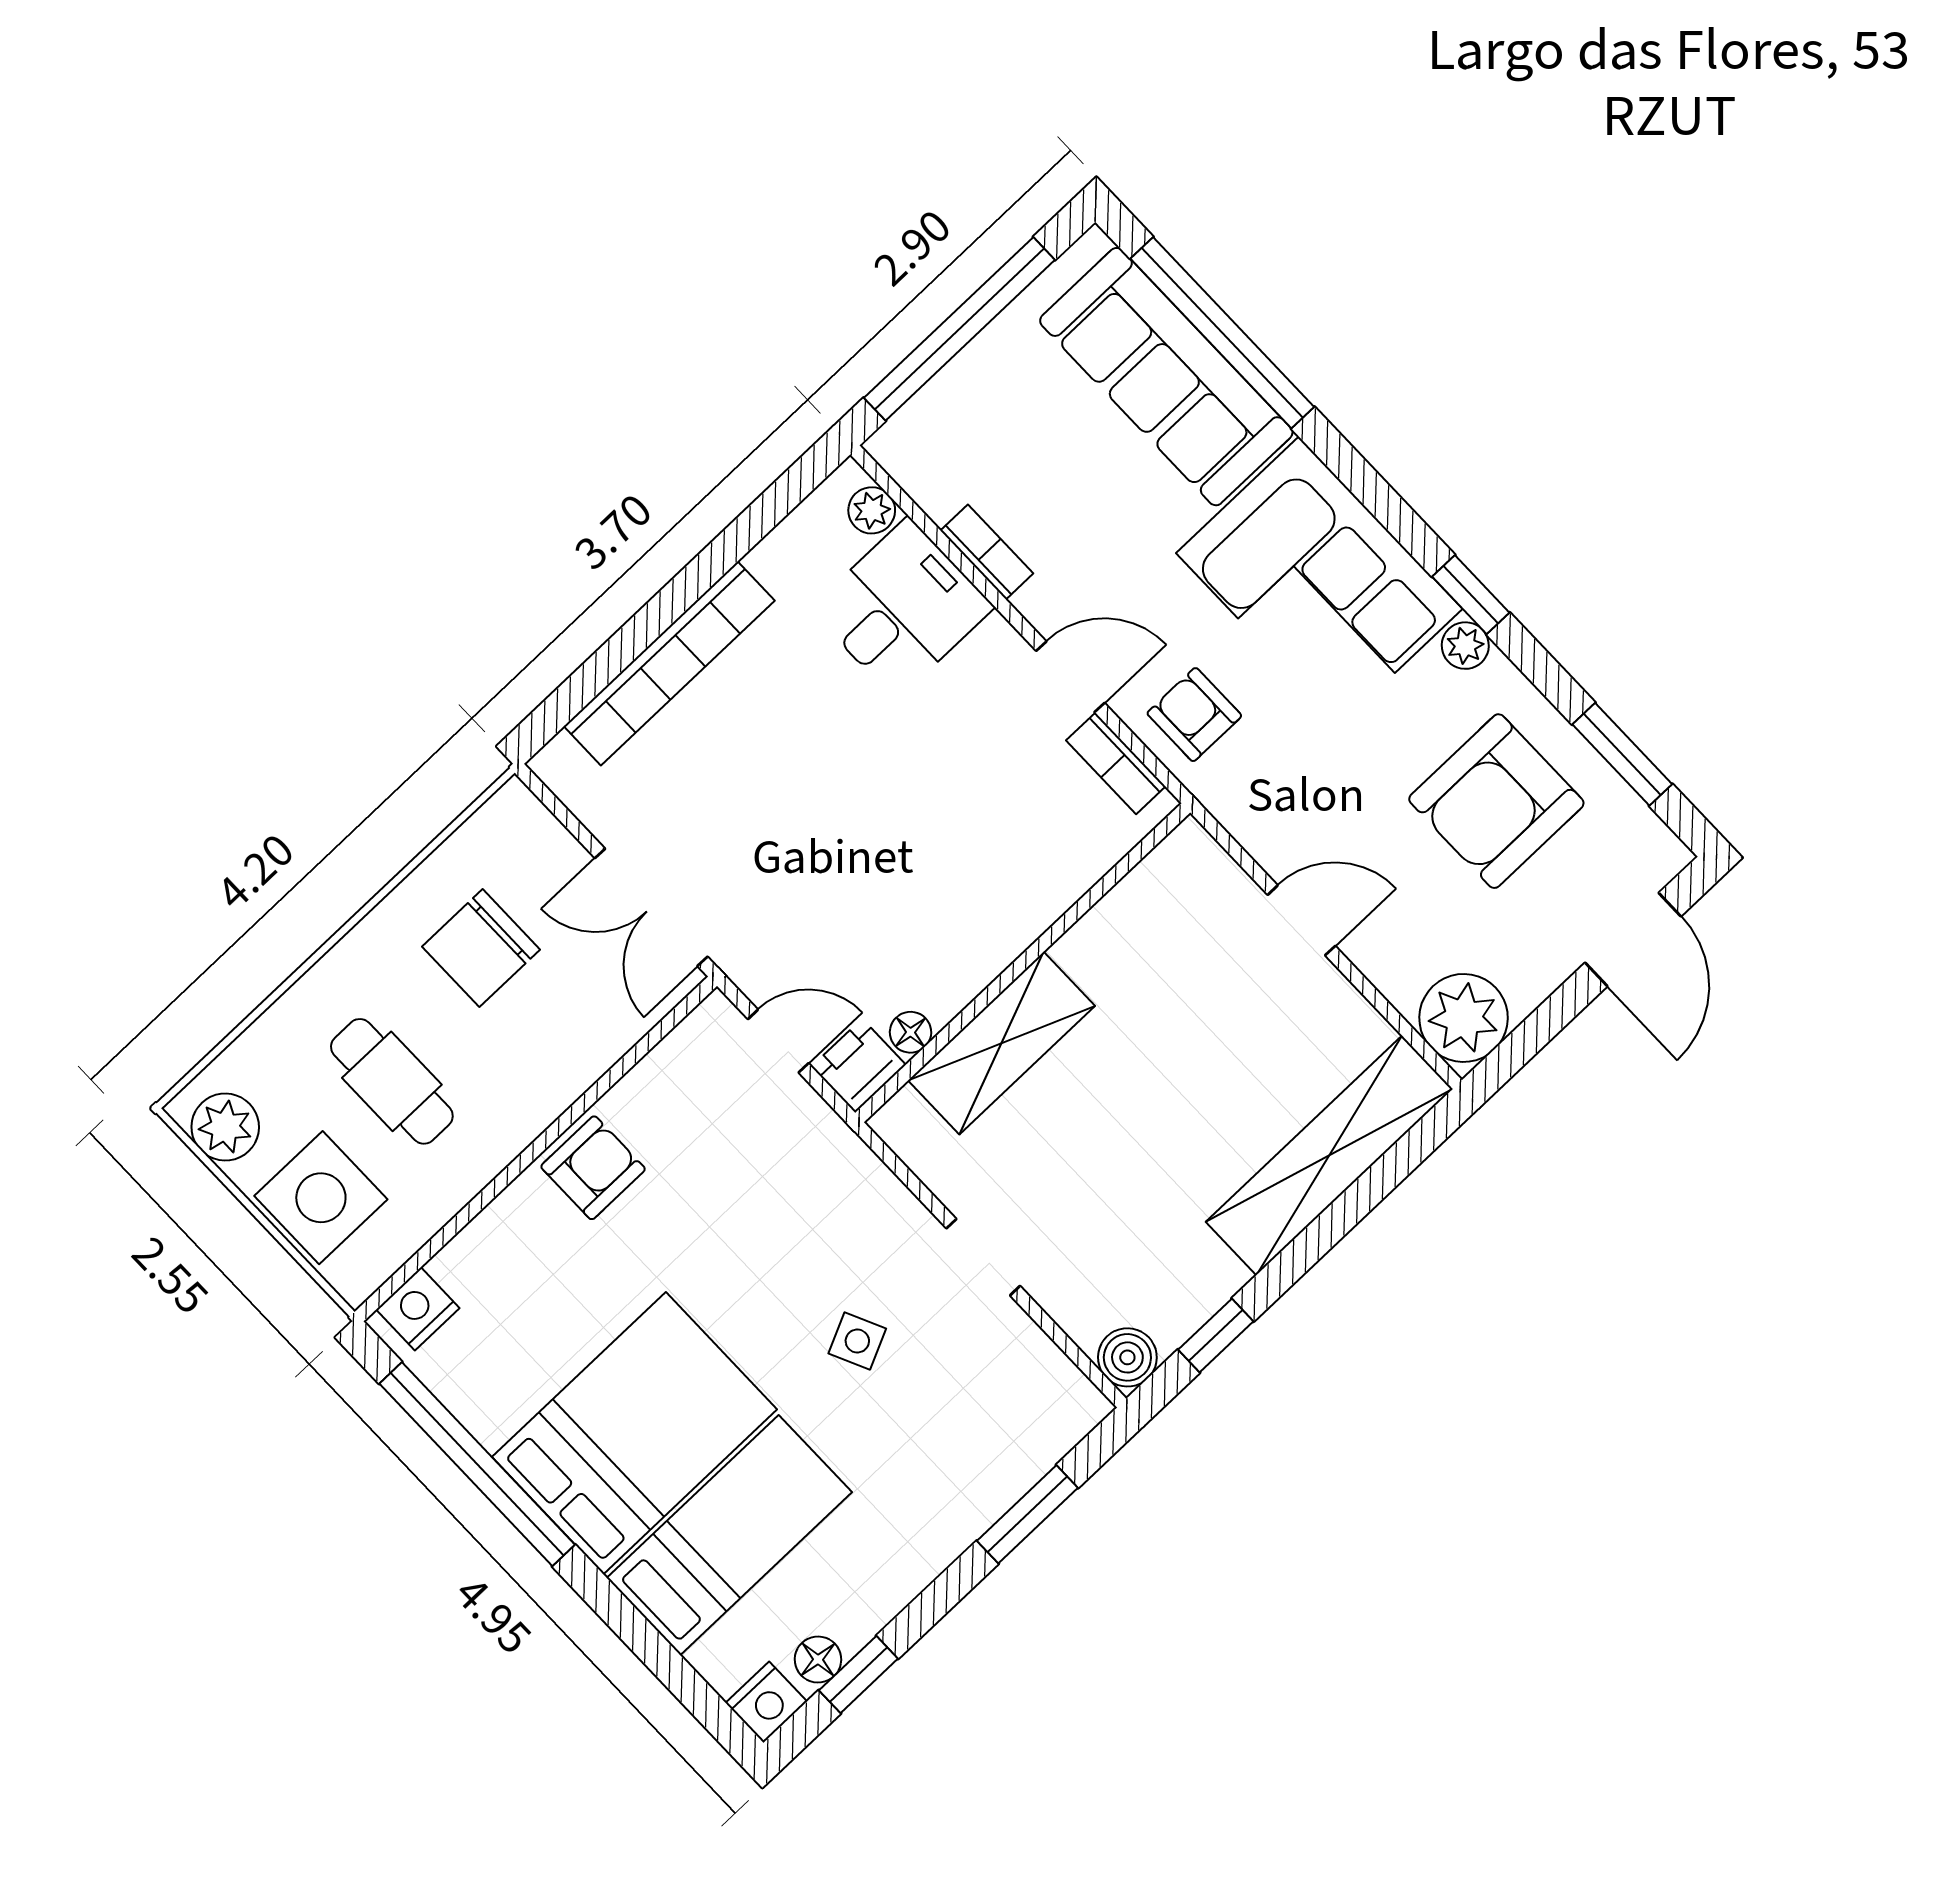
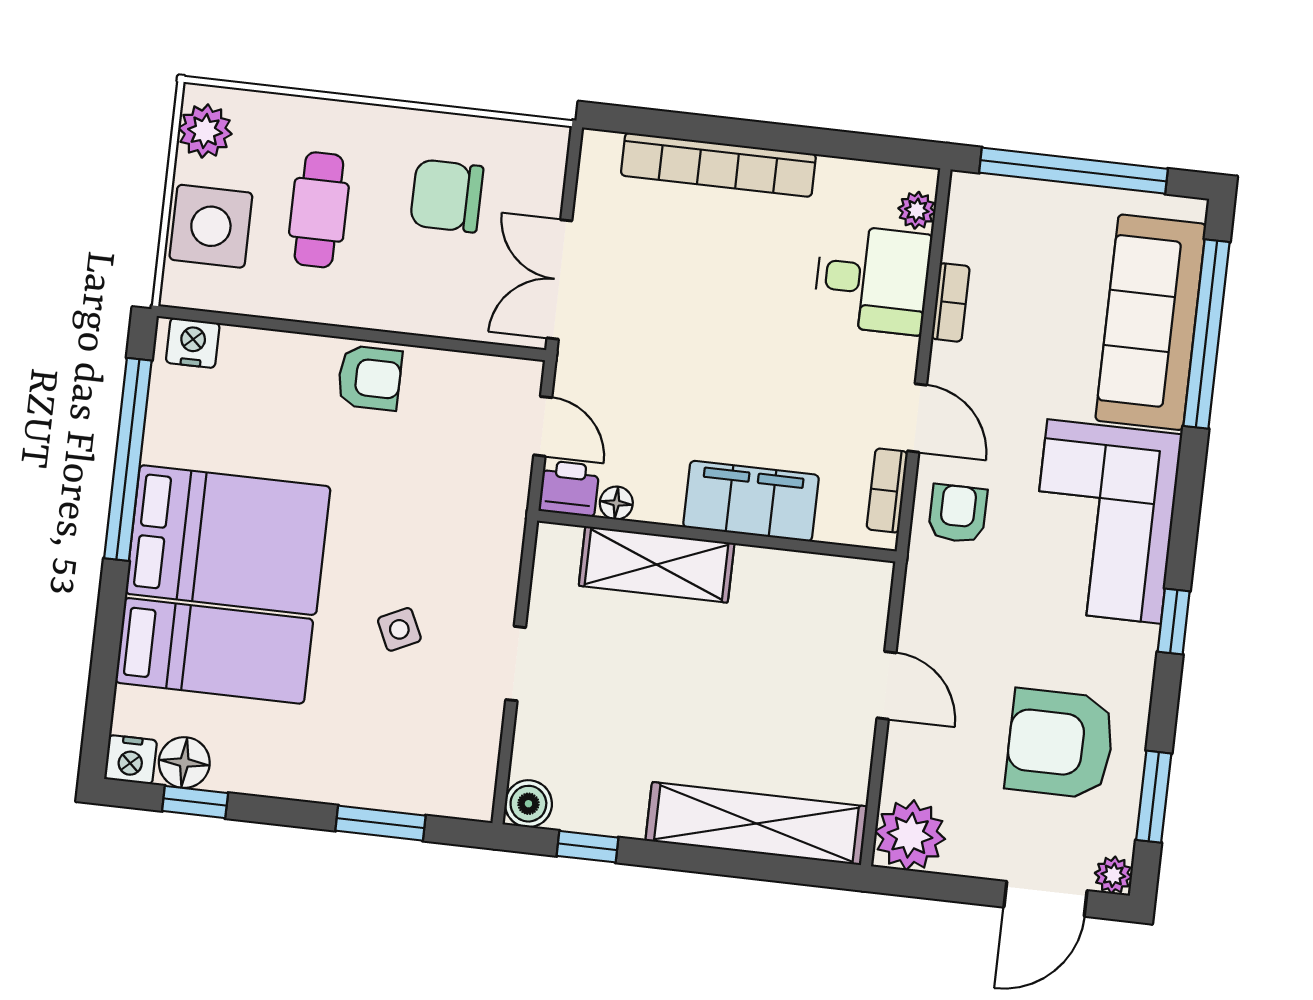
plant: (1465, 646) -> (1113, 875), moved
filing cabinet: (1017, 902) -> (751, 501), added
floor lamp: (818, 1660) -> (184, 763), width x1.37, depth x1.37

